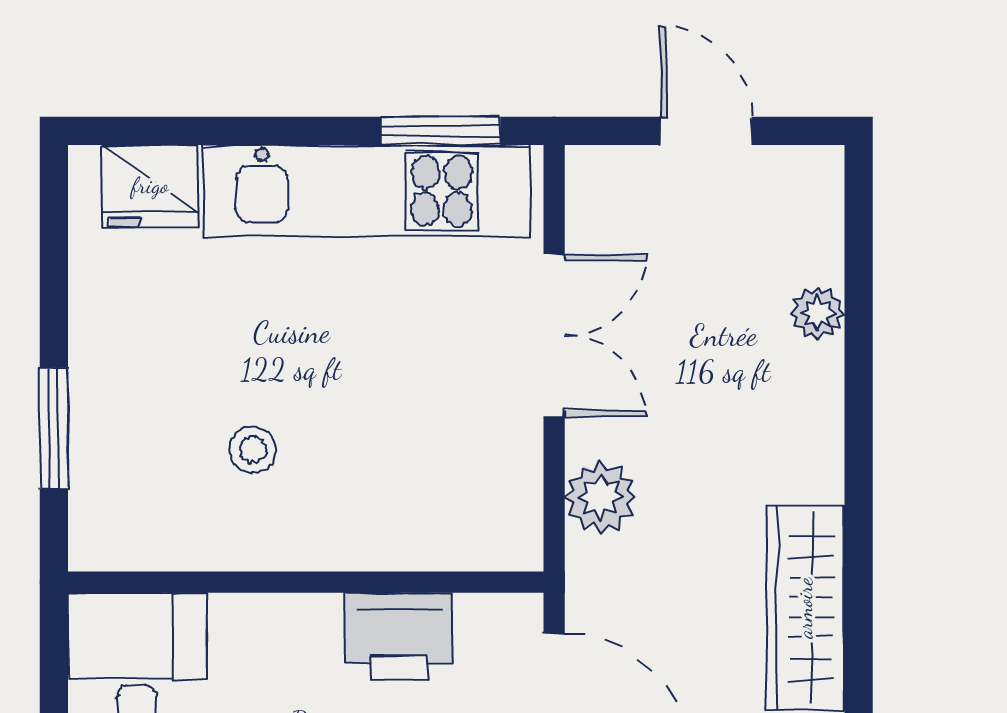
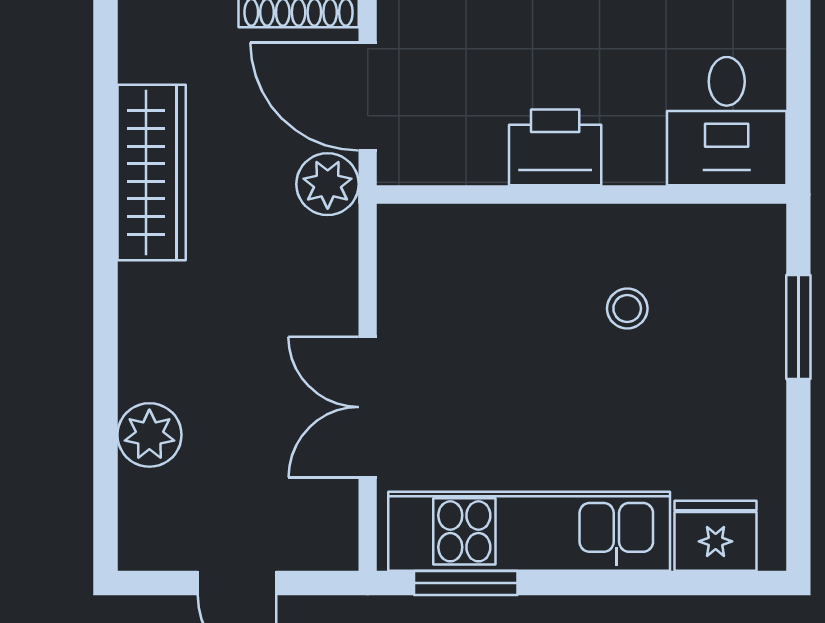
plant: (818, 313) -> (149, 435), width x1.38, depth x1.38
plant: (601, 497) -> (328, 184), moved
printer: (398, 637) -> (555, 147), moved

